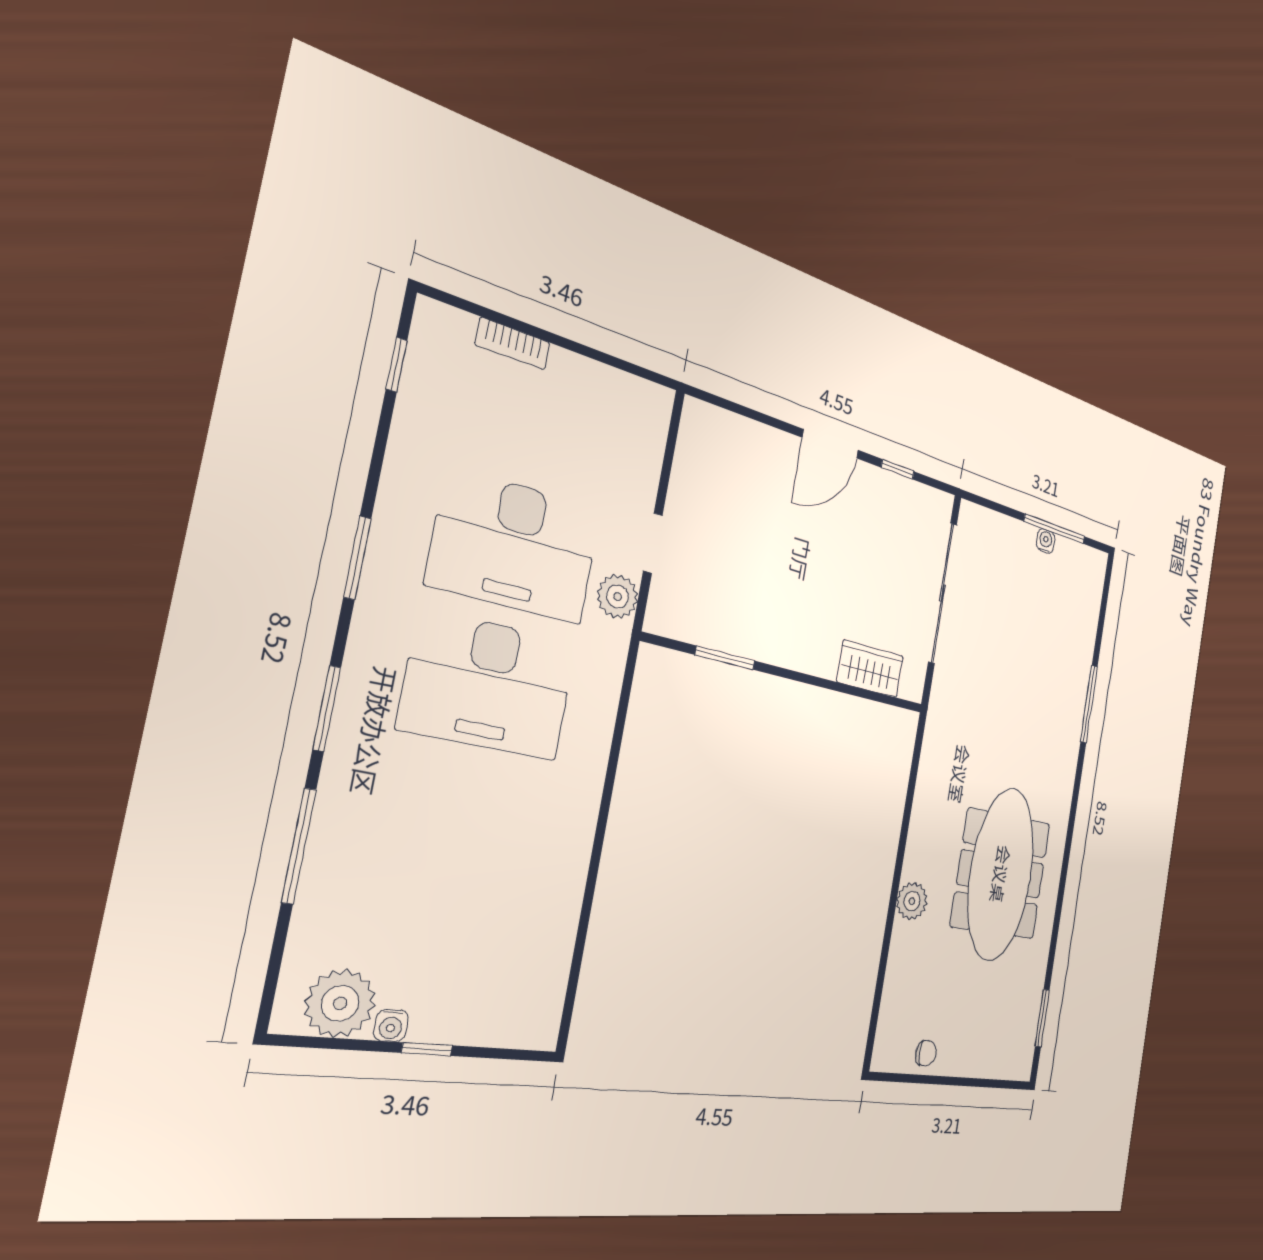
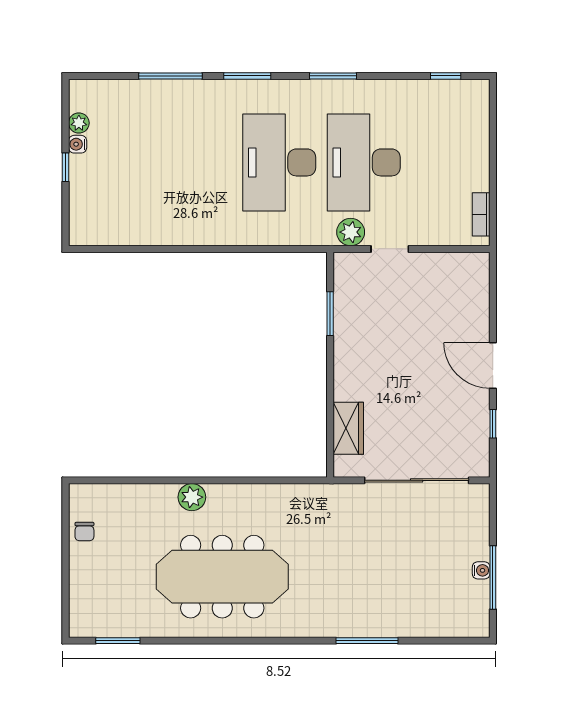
bookcase: (513, 344) -> (481, 214), moved
plant: (340, 1003) -> (79, 123), width x0.53, depth x0.53

